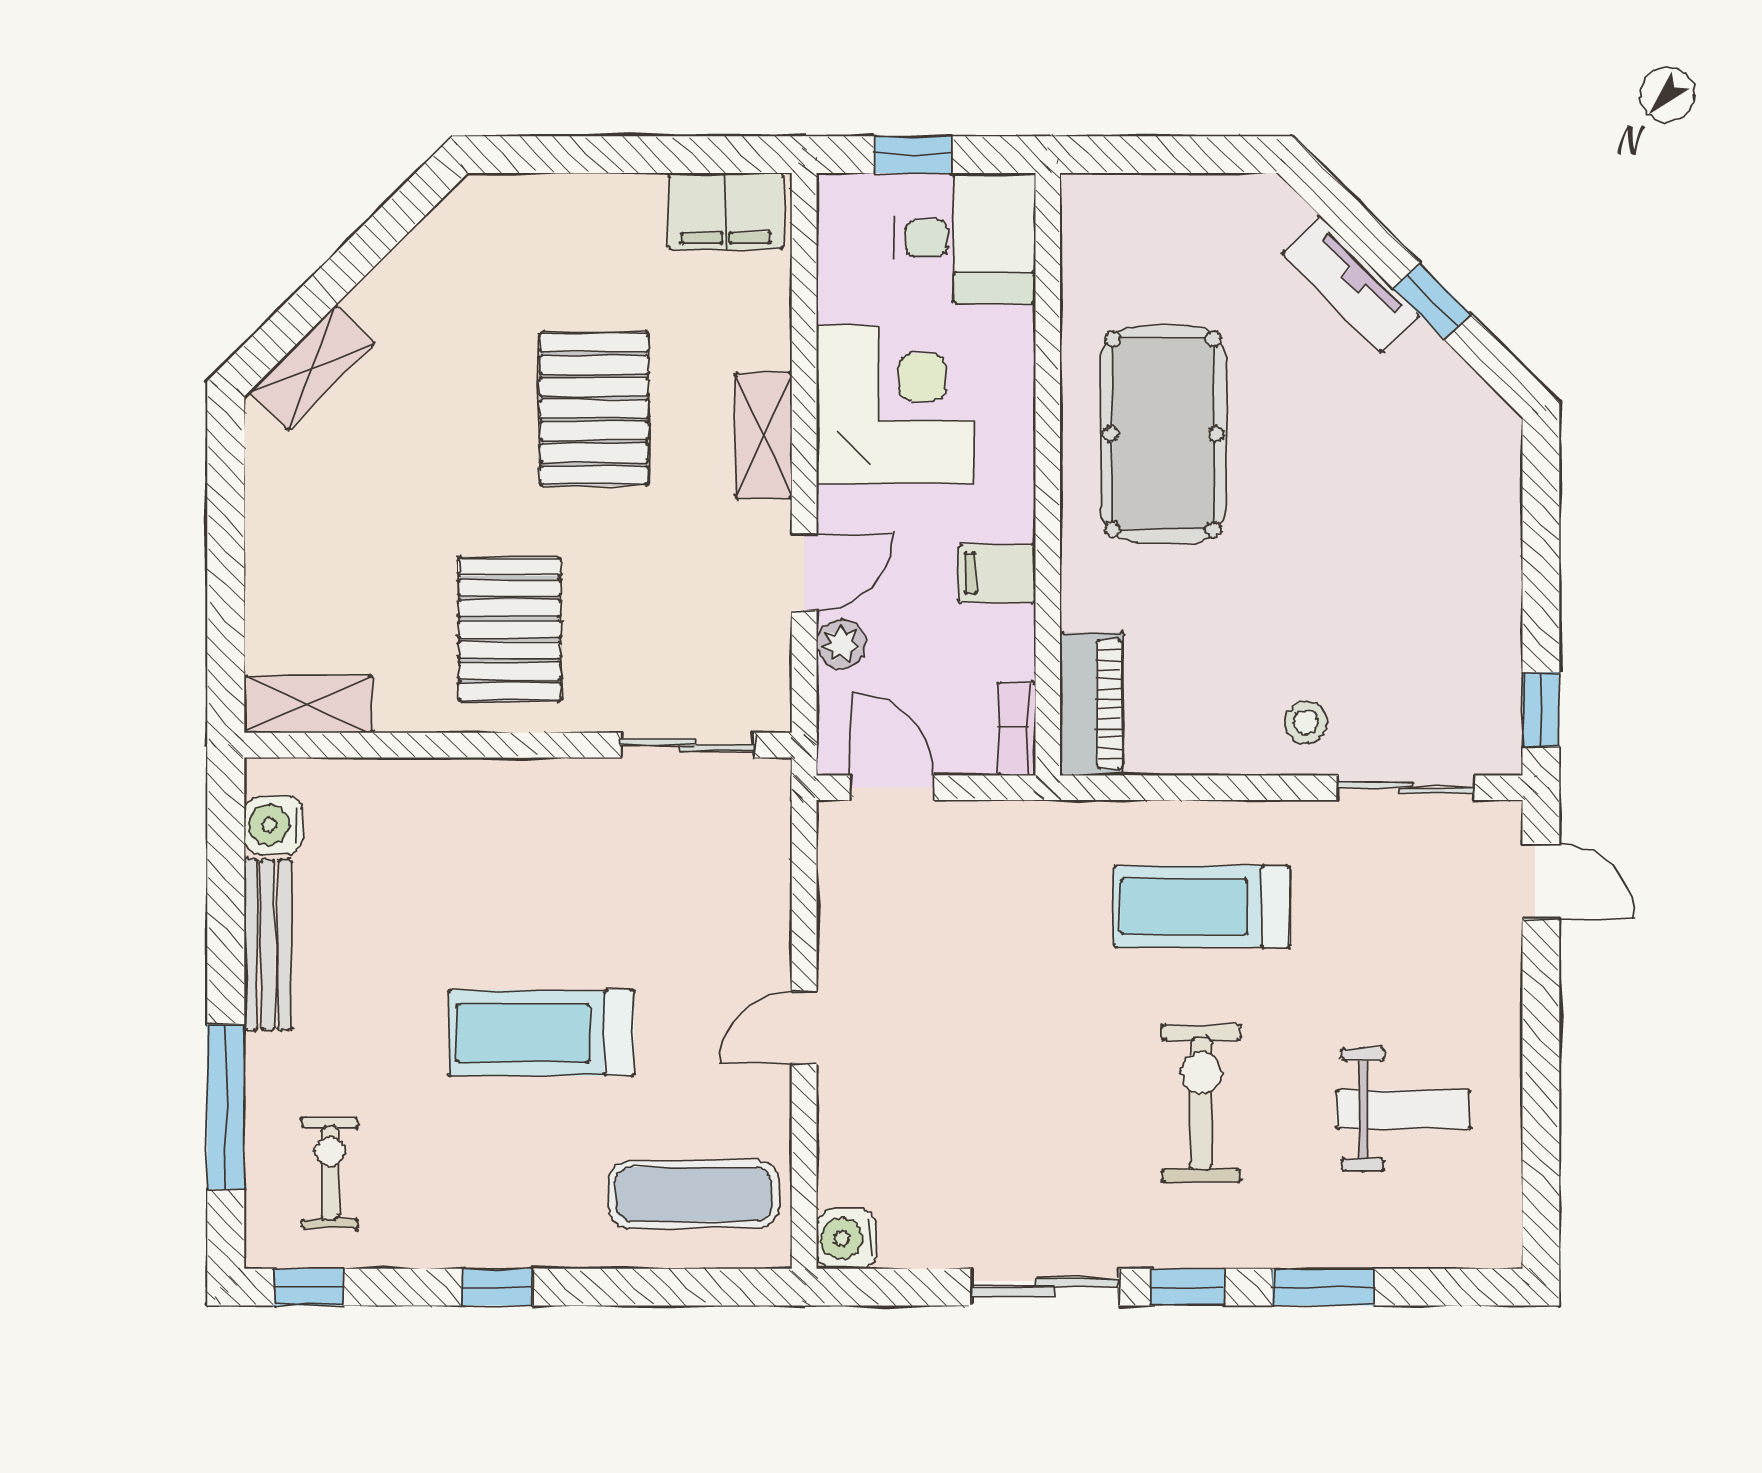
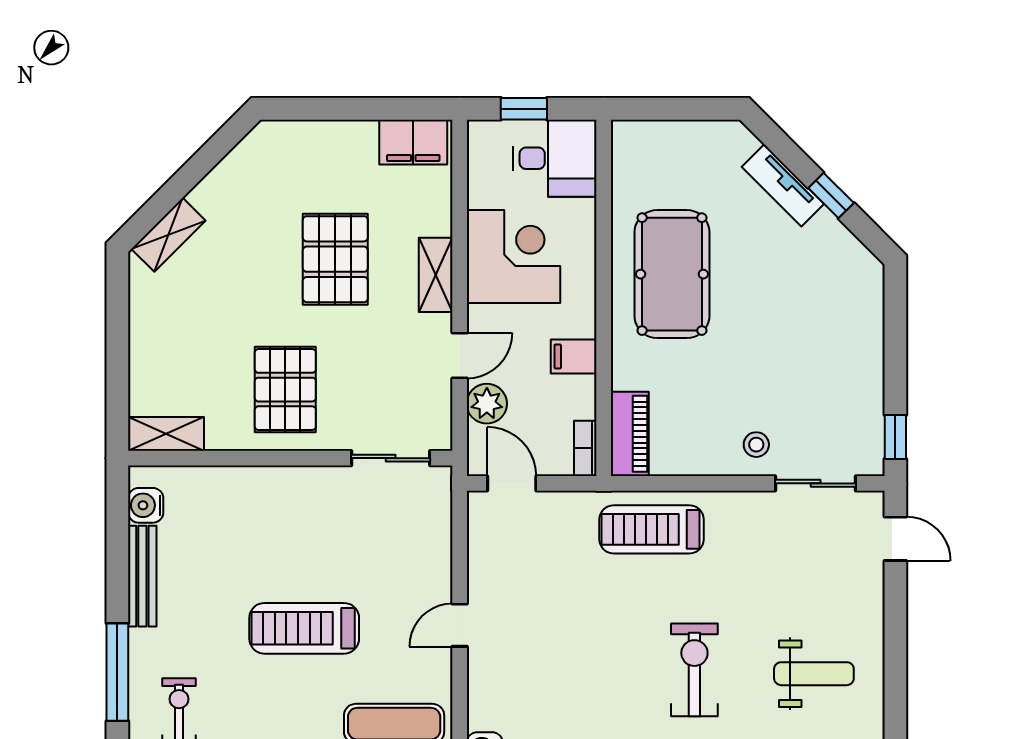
plant: (841, 644) -> (487, 404), width x1.38, depth x1.38
treadmill: (1202, 906) -> (652, 529), moved

